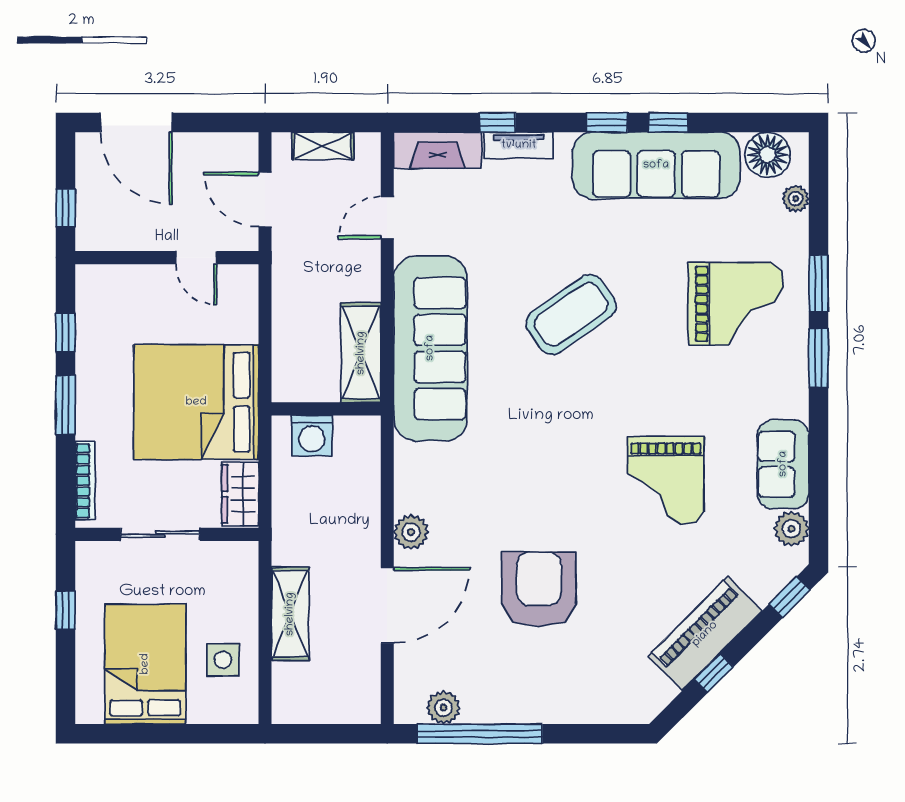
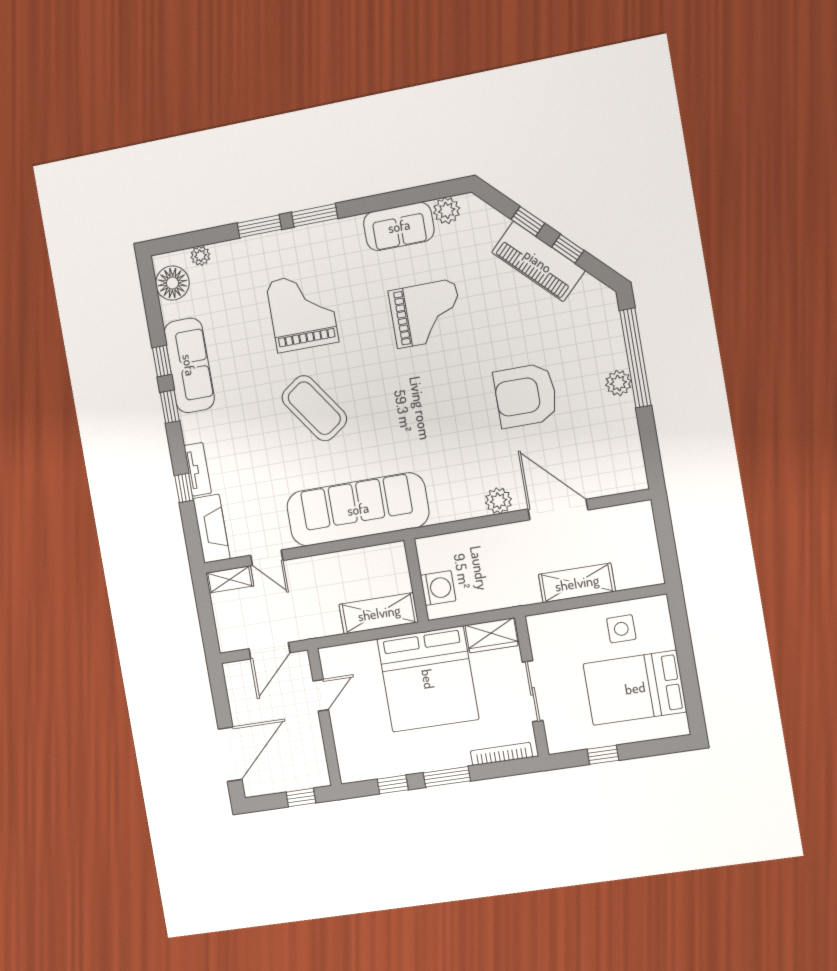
shelving: (323, 146) -> (230, 579), moved, turned 90
sofa: (656, 165) -> (189, 365), width x0.74, depth x0.79
grand piano: (736, 304) -> (302, 312), moved
shelving: (361, 353) -> (379, 613), moved
window: (790, 597) -> (528, 221), moved
plant: (443, 708) -> (618, 383), moved
window: (480, 734) -> (635, 358), moved

